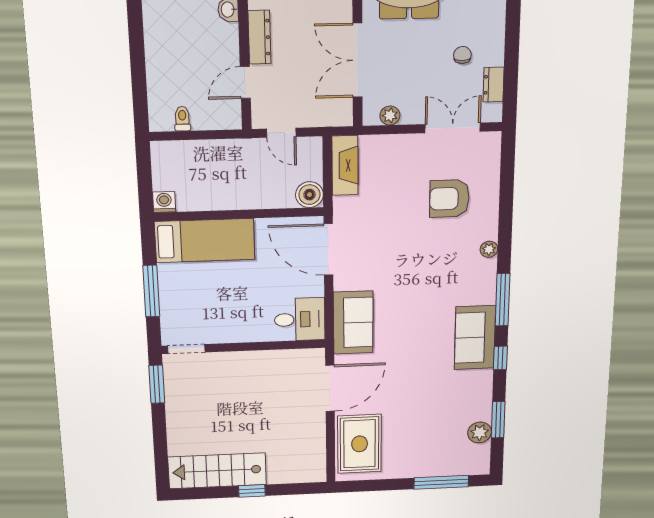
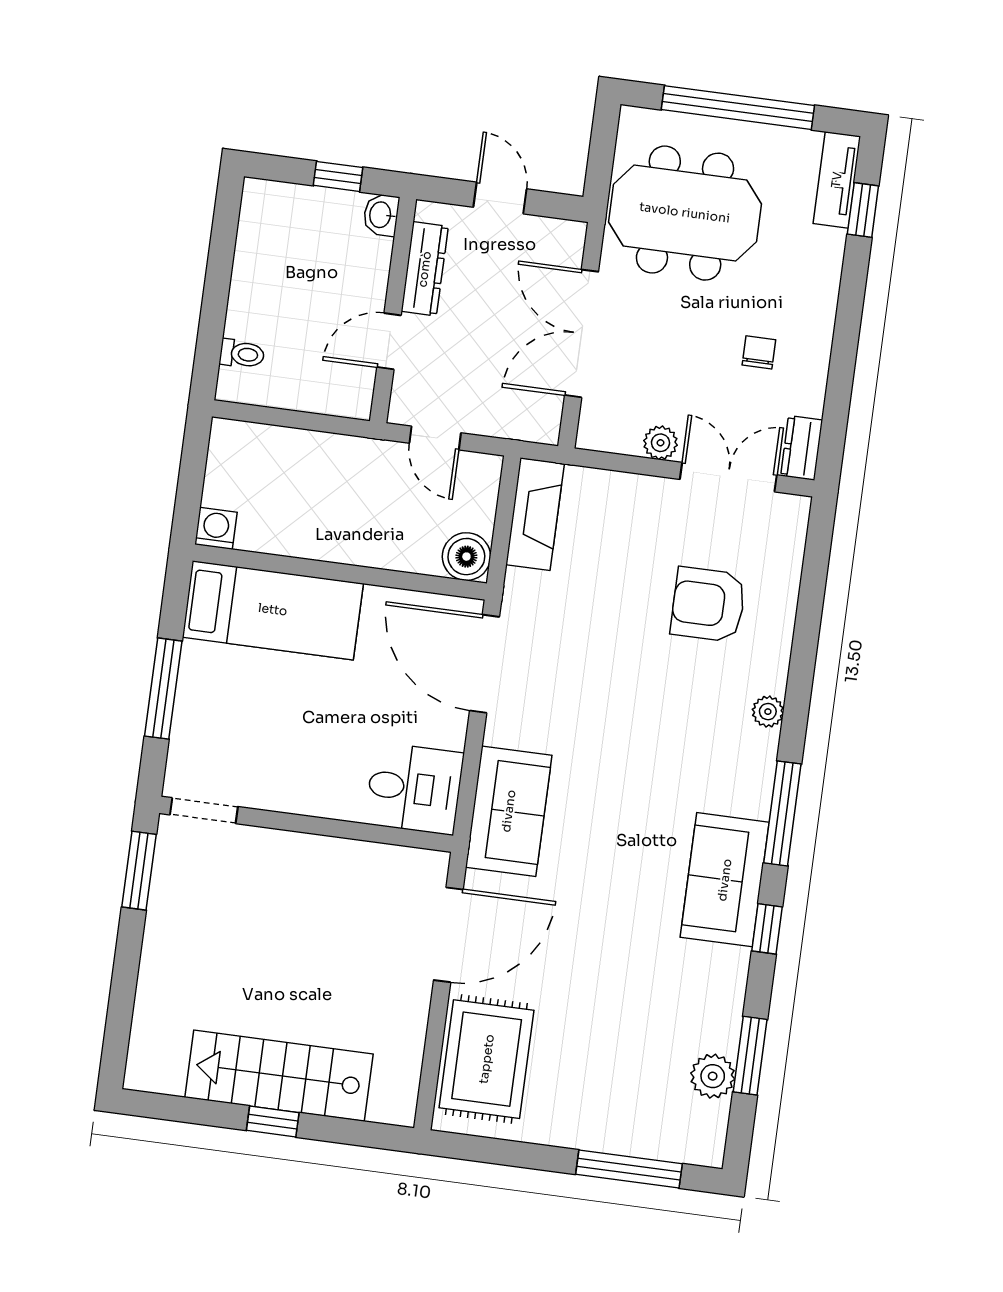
dresser: (494, 85) -> (802, 448), moved
plant: (390, 116) -> (660, 443), moved
toilet: (182, 119) -> (242, 354), moved, turned 90
stairs: (217, 471) -> (279, 1076), moved

